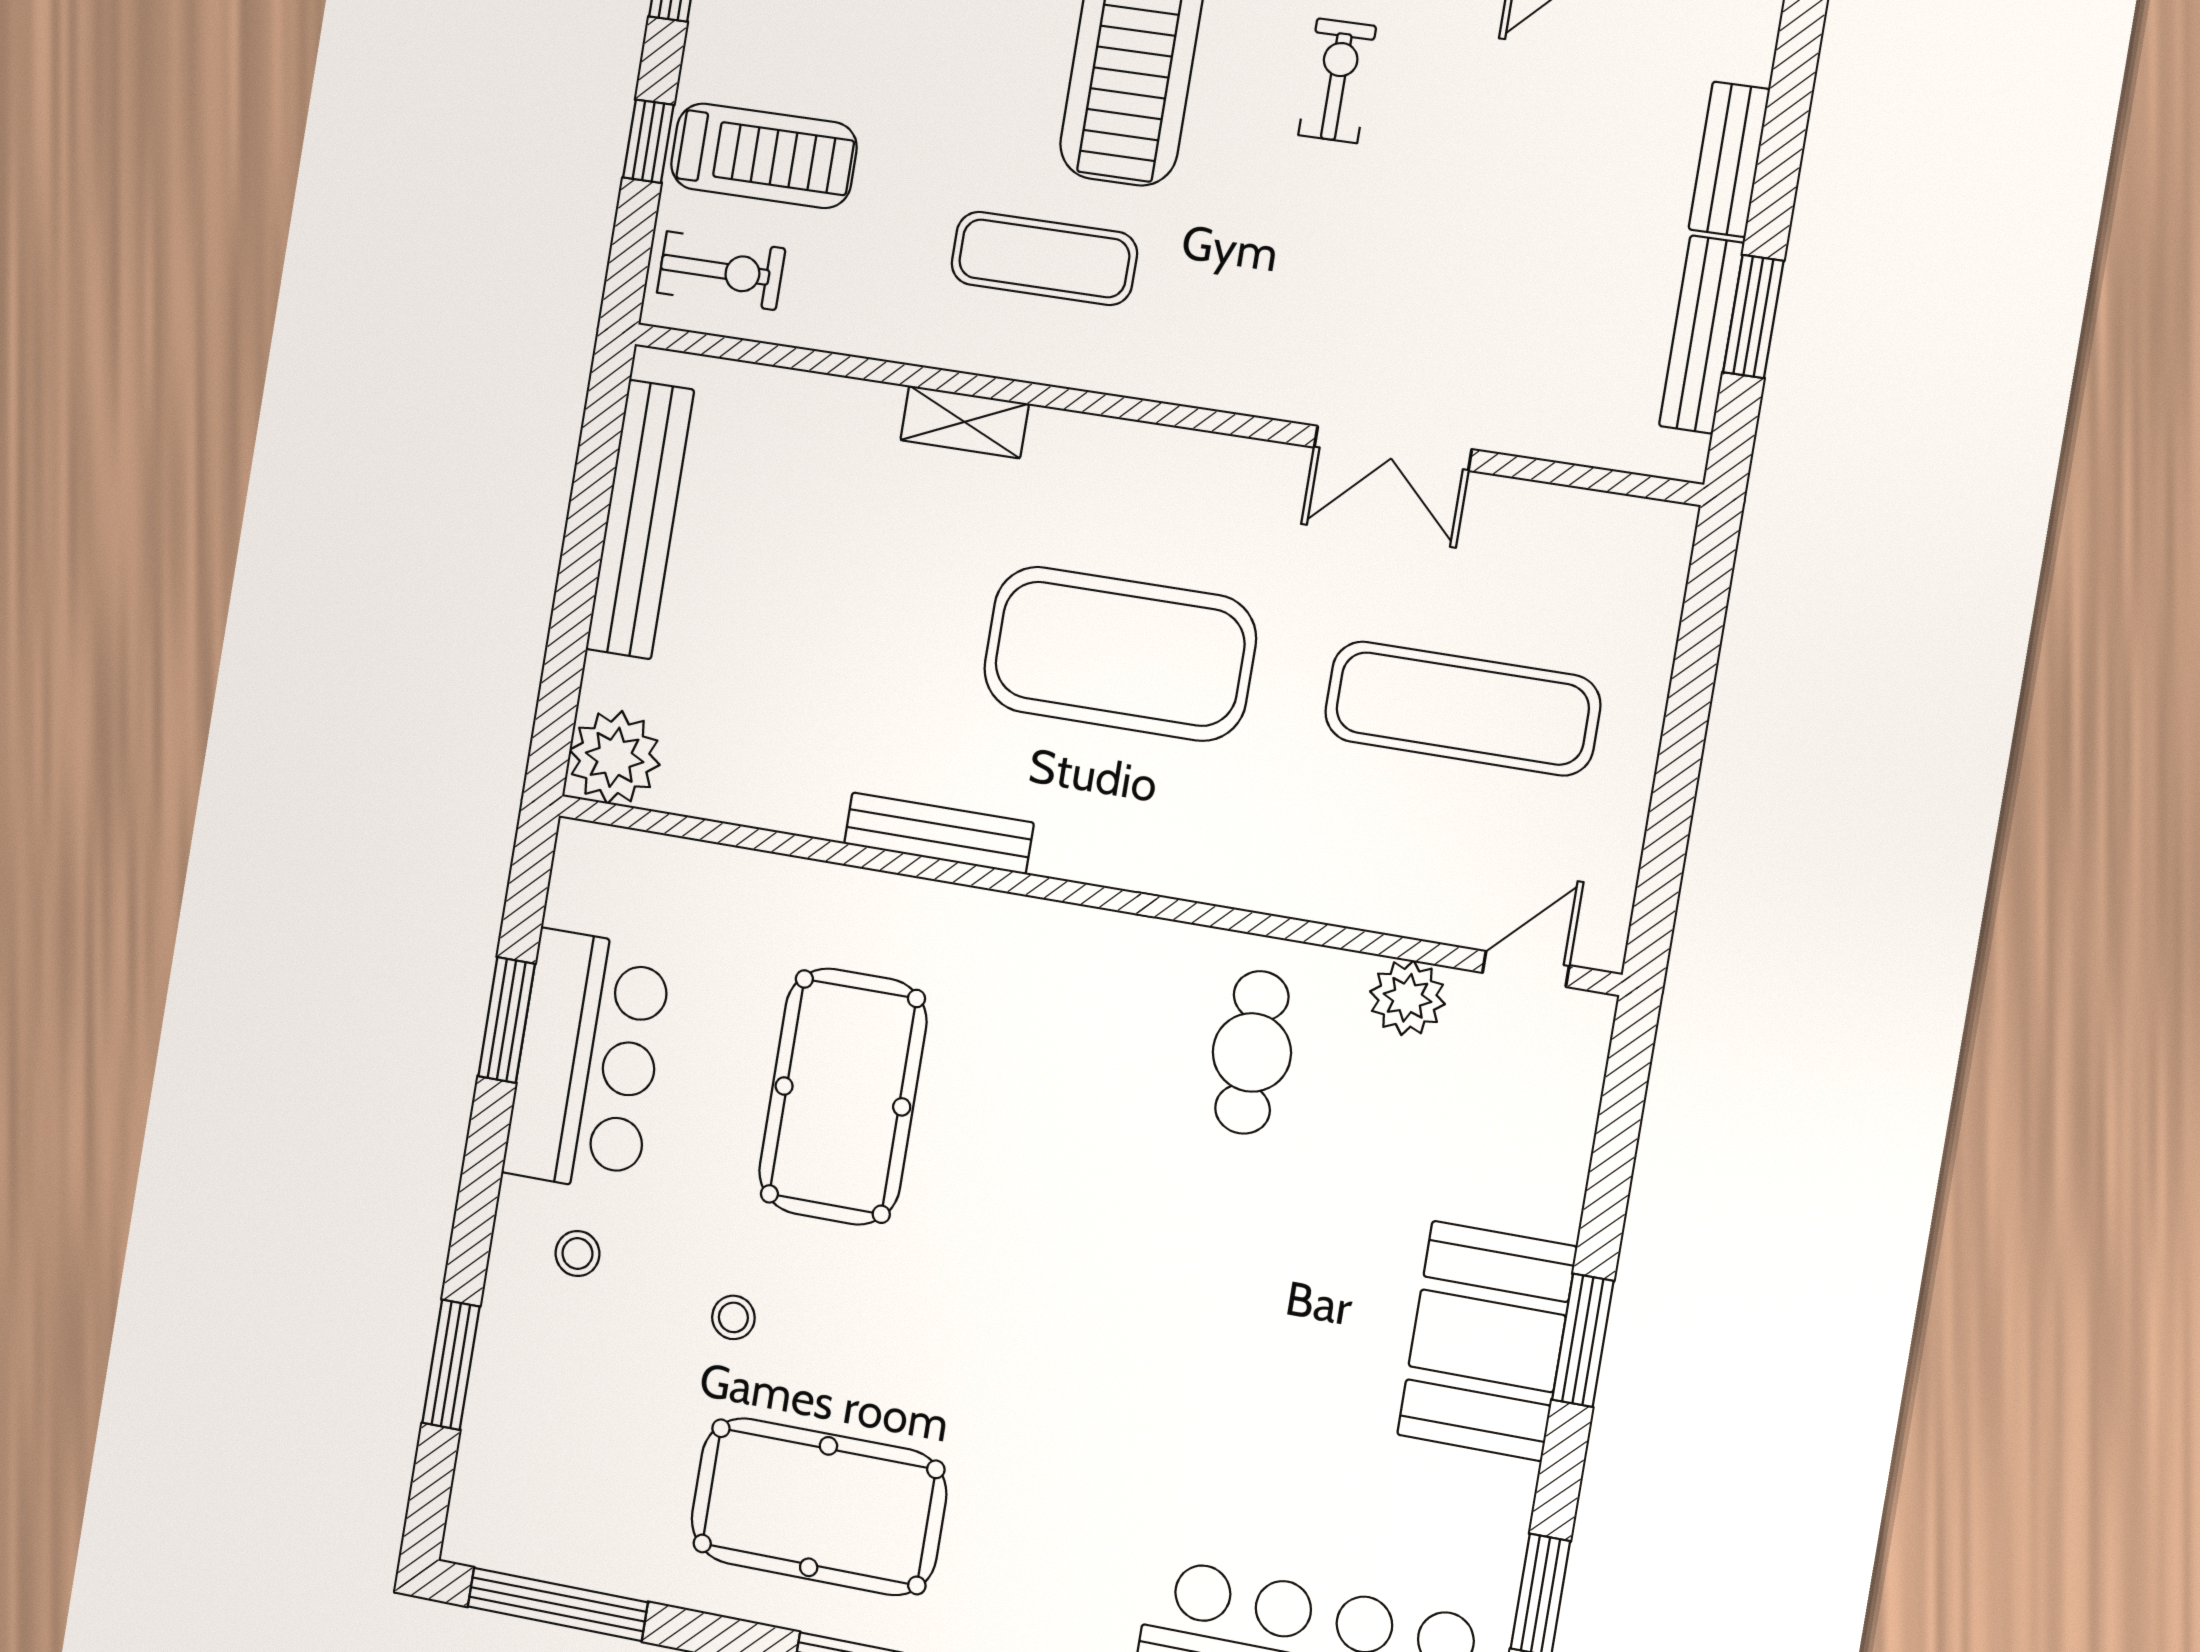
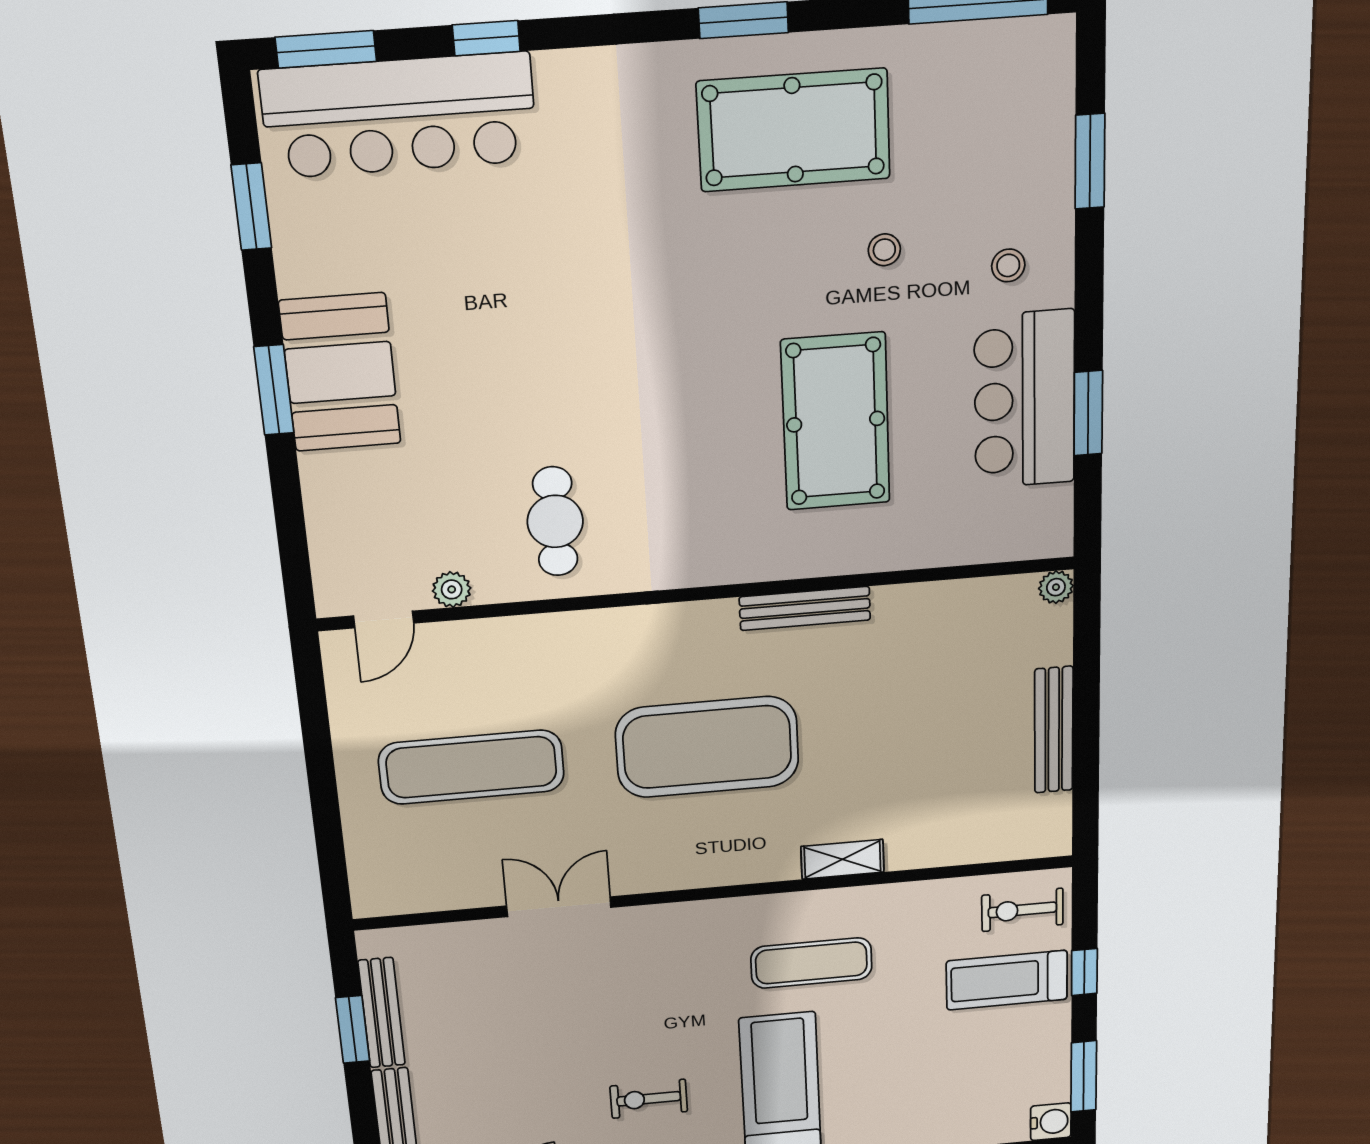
exercise bike: (1337, 81) -> (649, 1099), turned 90
bench: (640, 519) -> (1054, 730), width x0.73, depth x0.82
plant: (615, 757) -> (1056, 587), width x0.53, depth x0.53
plant: (1407, 998) -> (452, 589), width x0.73, depth x0.73

